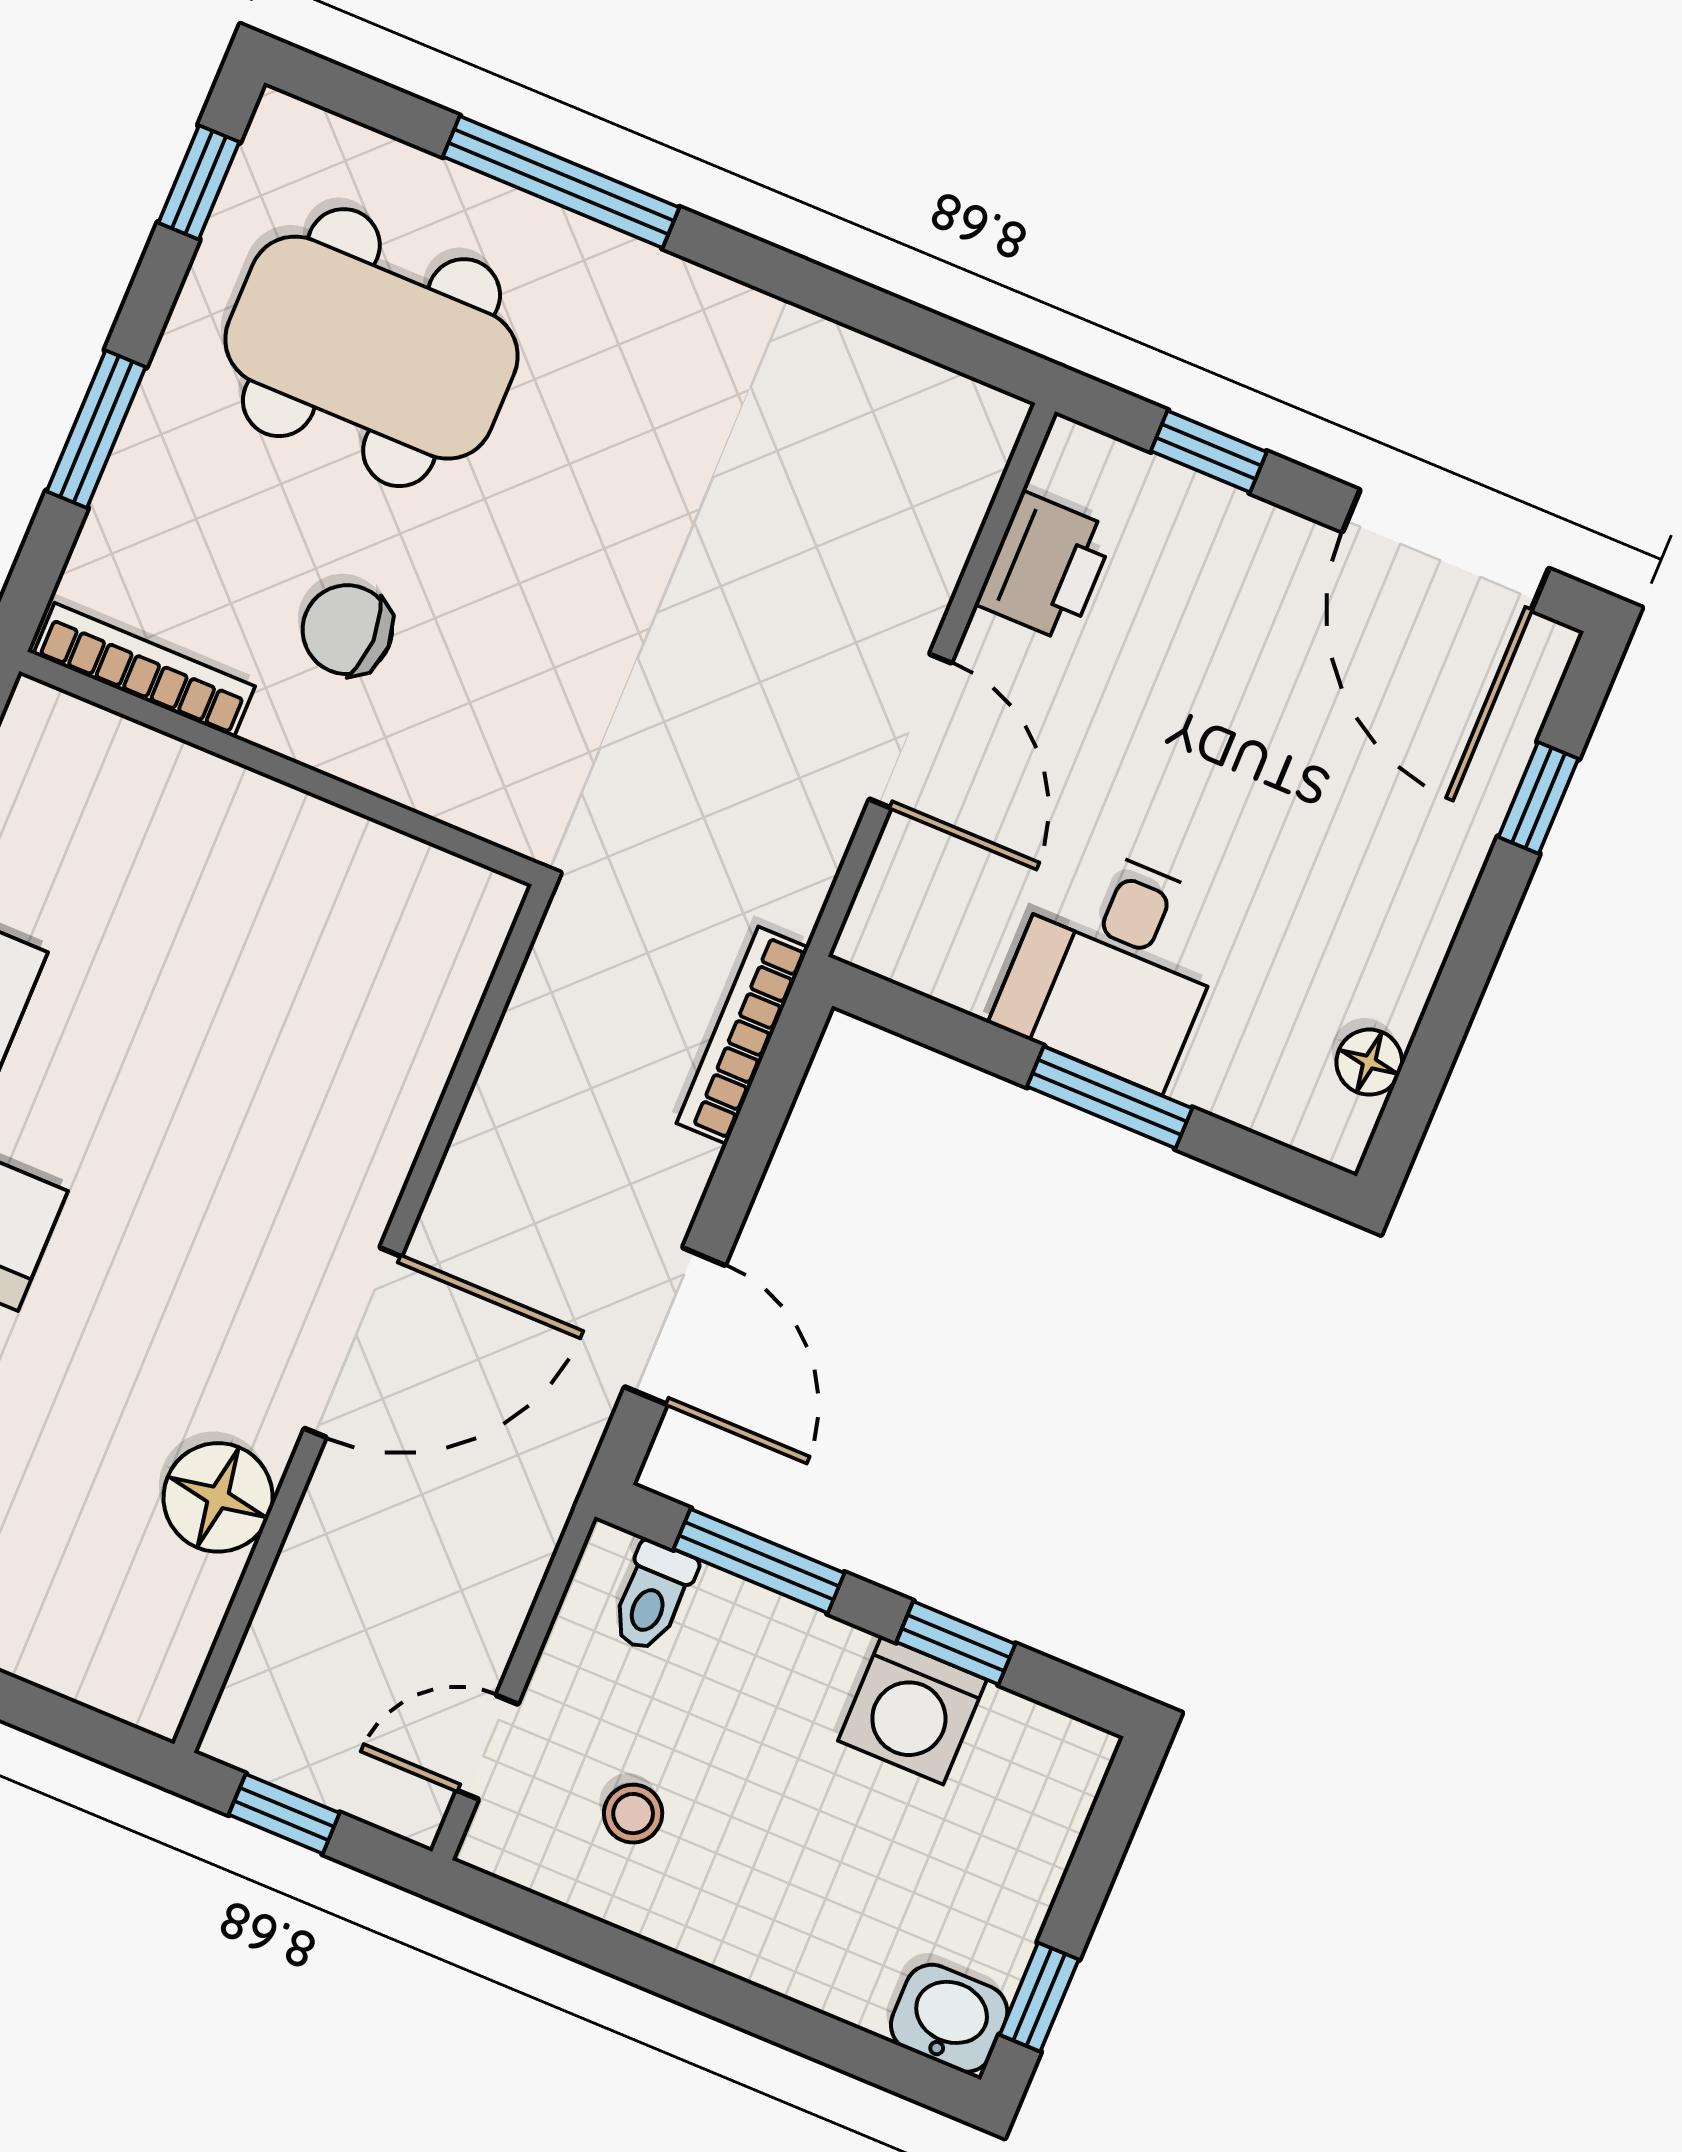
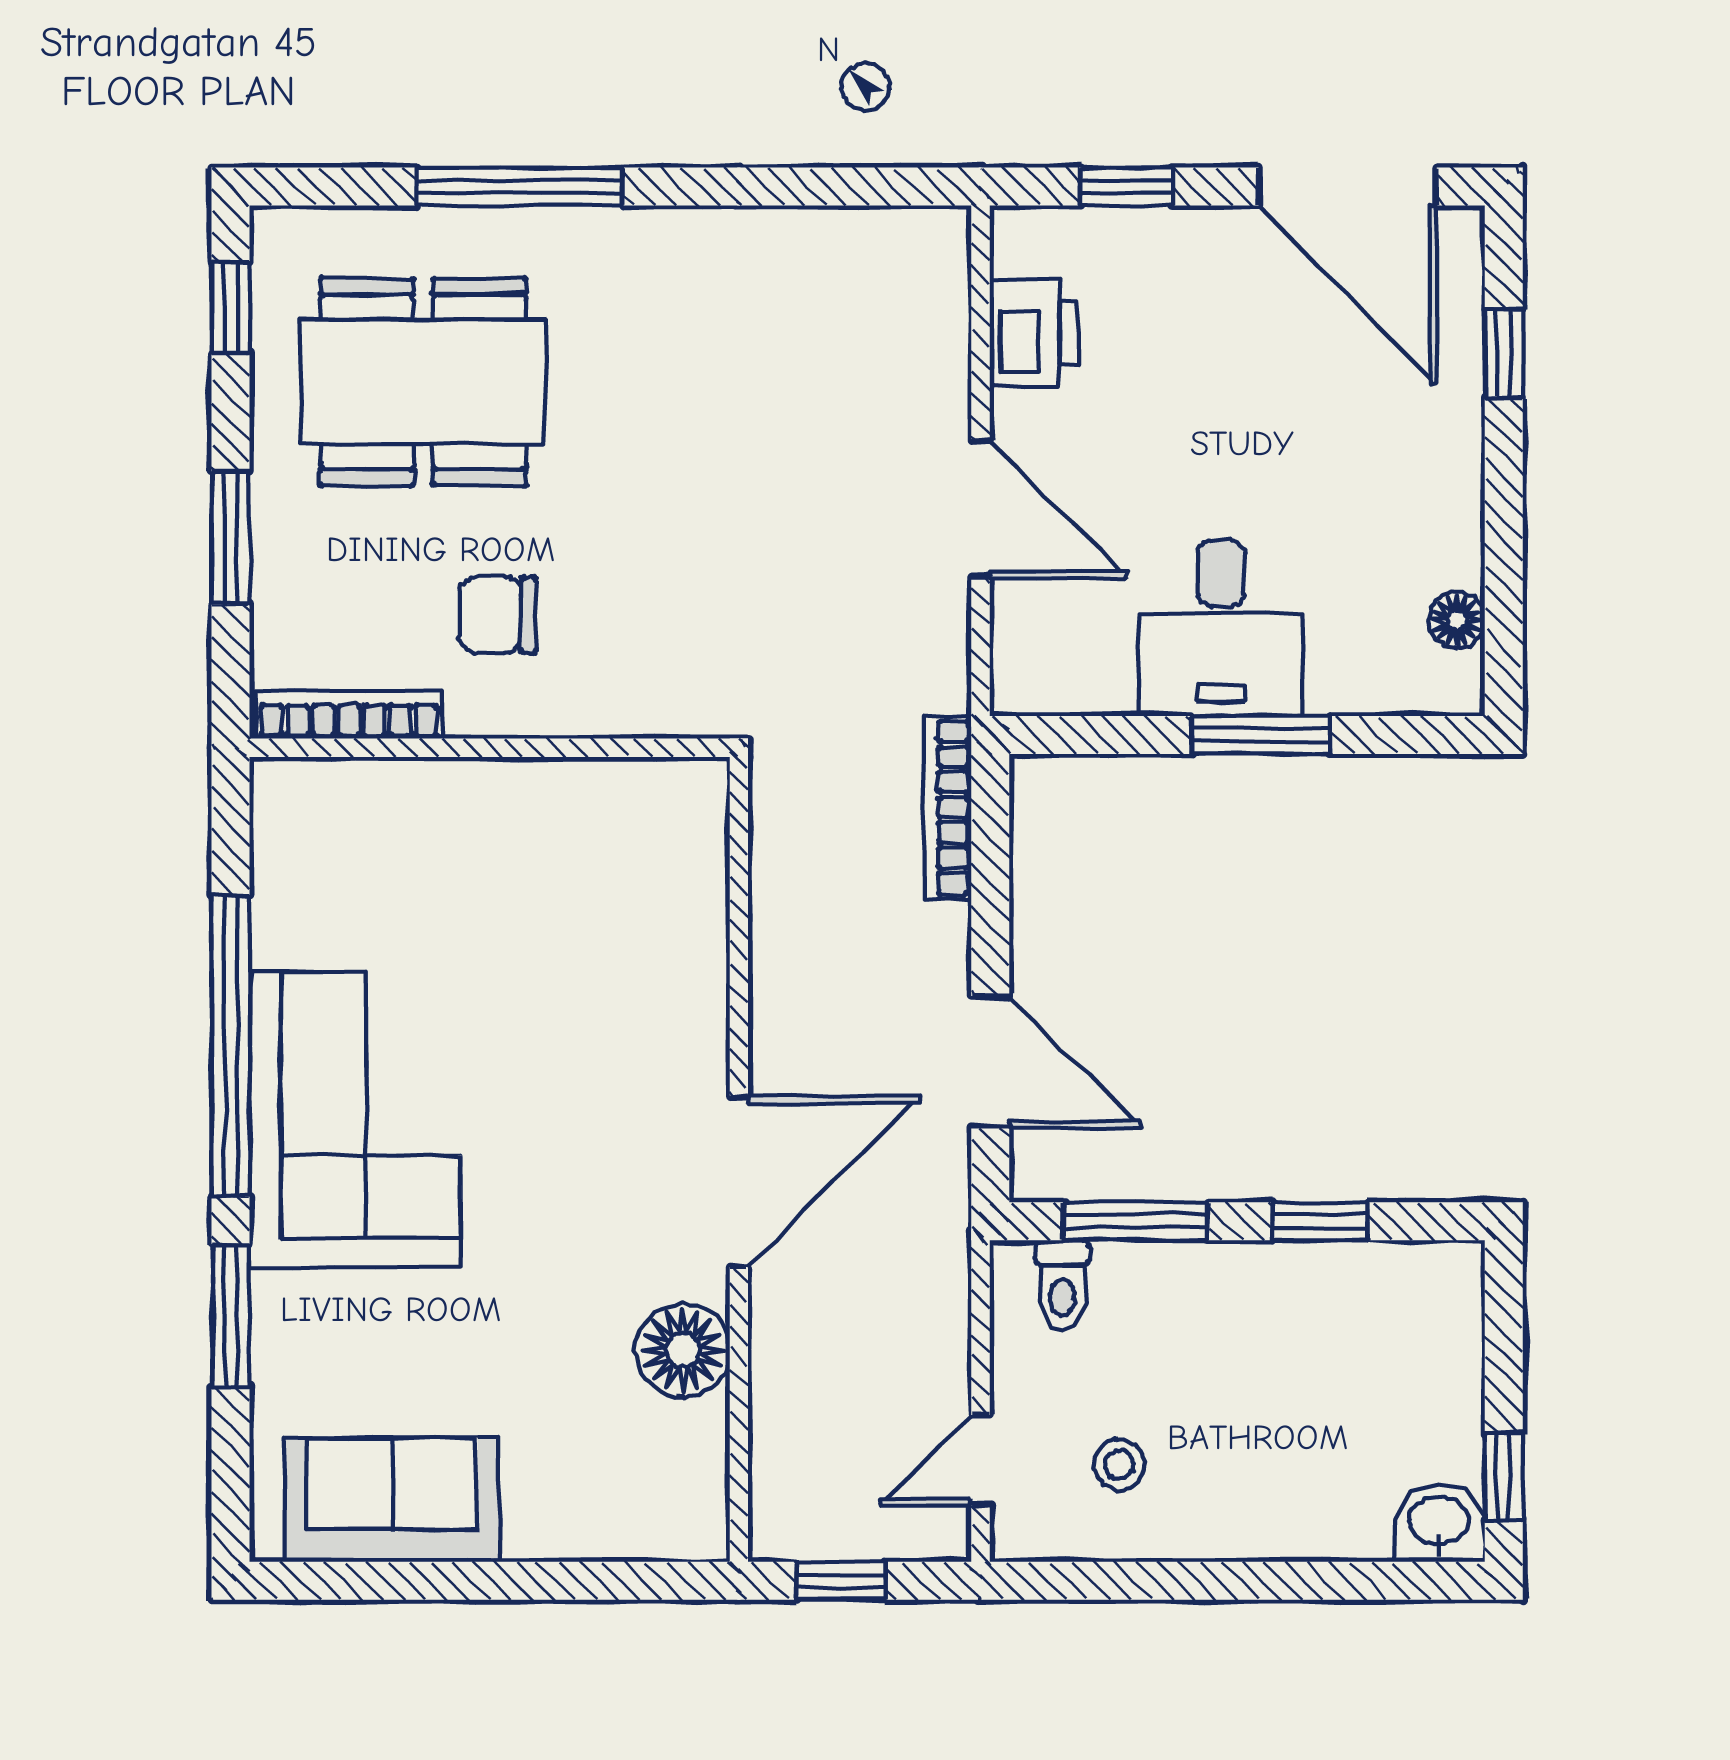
washing machine: (912, 1710) -> (1307, 1289), removed

